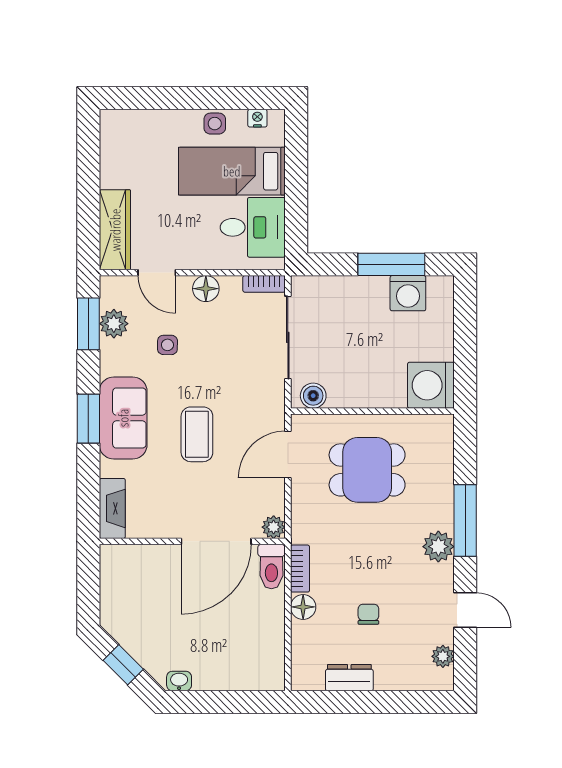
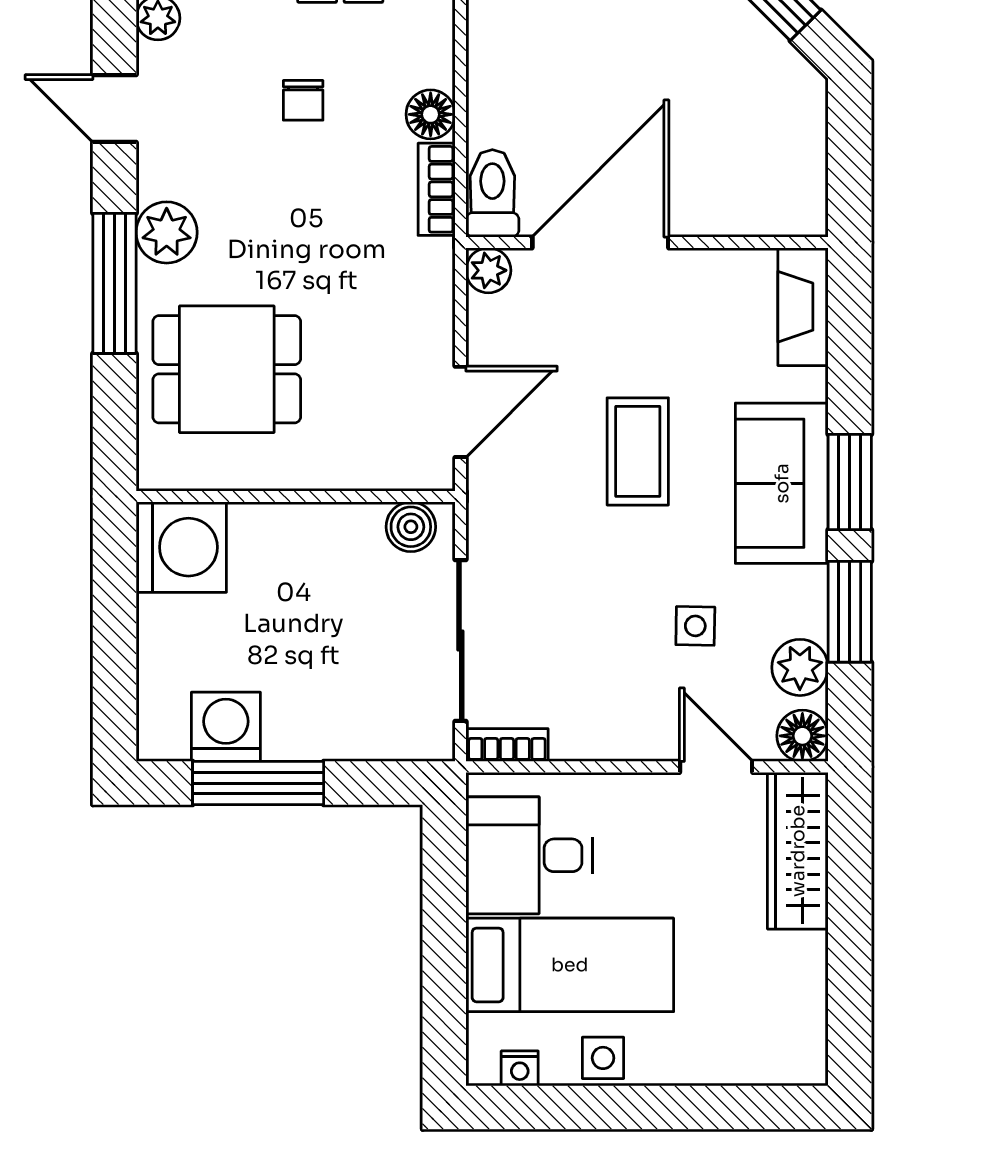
floor lamp: (206, 289) -> (802, 736), moved
window: (88, 324) -> (850, 612), moved
dining table: (367, 470) -> (227, 369), moved

